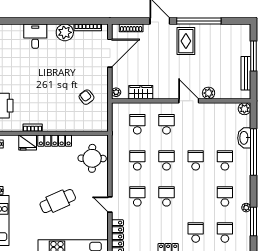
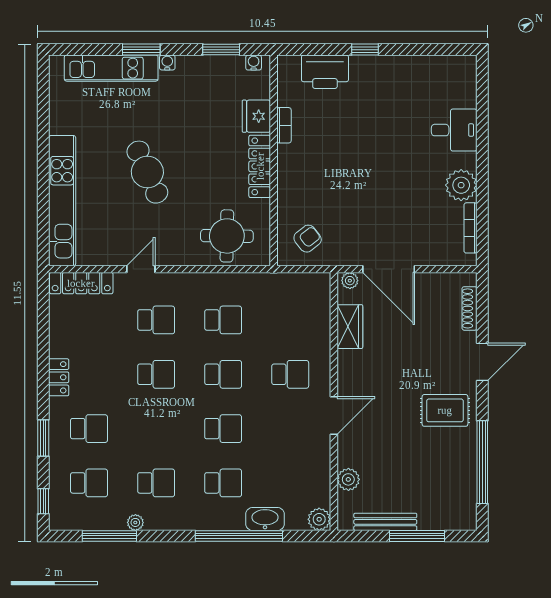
window: (199, 21) -> (482, 462), moved
door: (110, 53) -> (389, 269), moved
plant: (209, 93) -> (348, 479), moved
armchair: (87, 97) -> (308, 239), moved
school desk: (137, 124) -> (290, 320), removed

